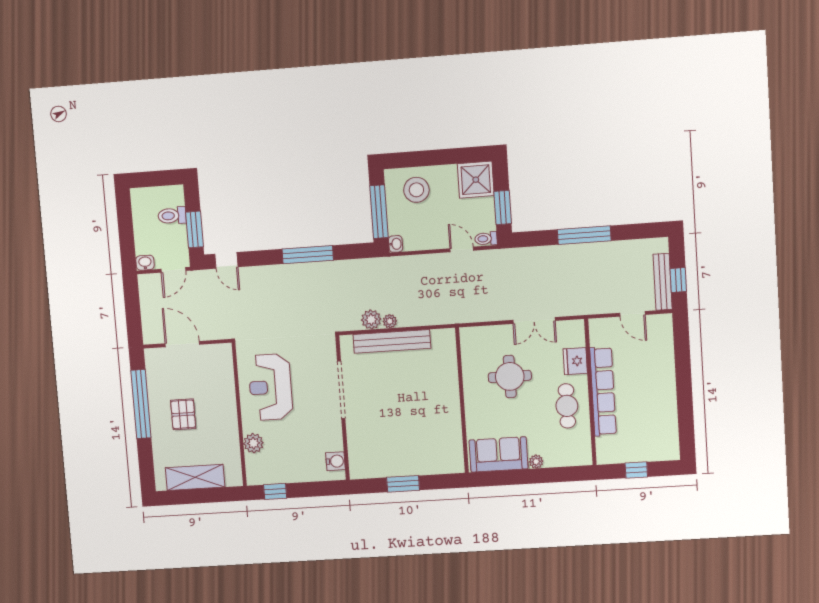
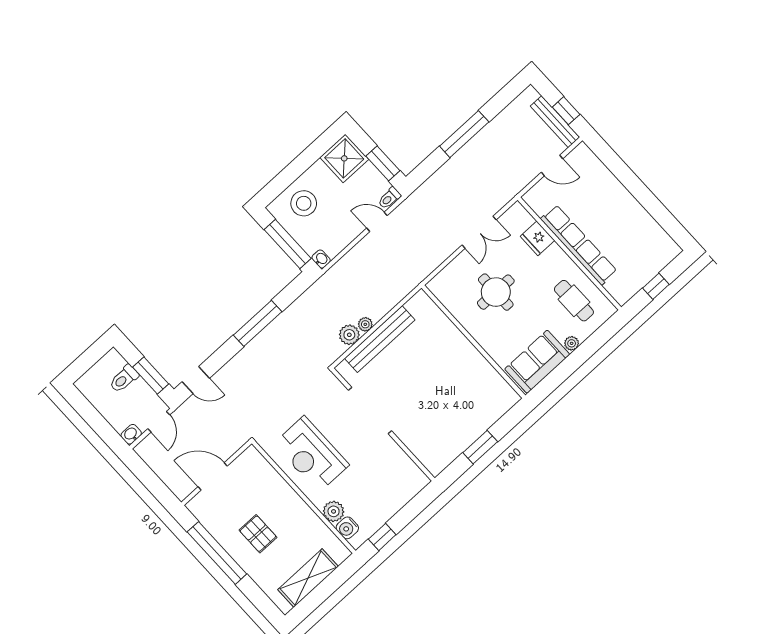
cafe table: (567, 406) -> (574, 301), moved
water cooler: (336, 461) -> (347, 528), moved, turned 180

